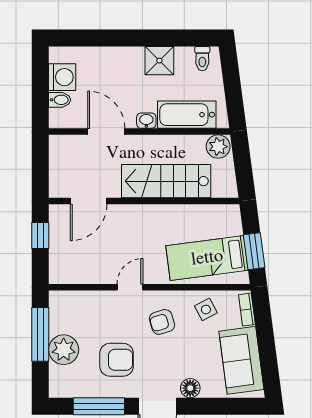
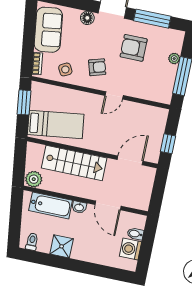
bed: (207, 258) -> (56, 124), moved
plant: (64, 350) -> (174, 59), width x0.53, depth x0.53

